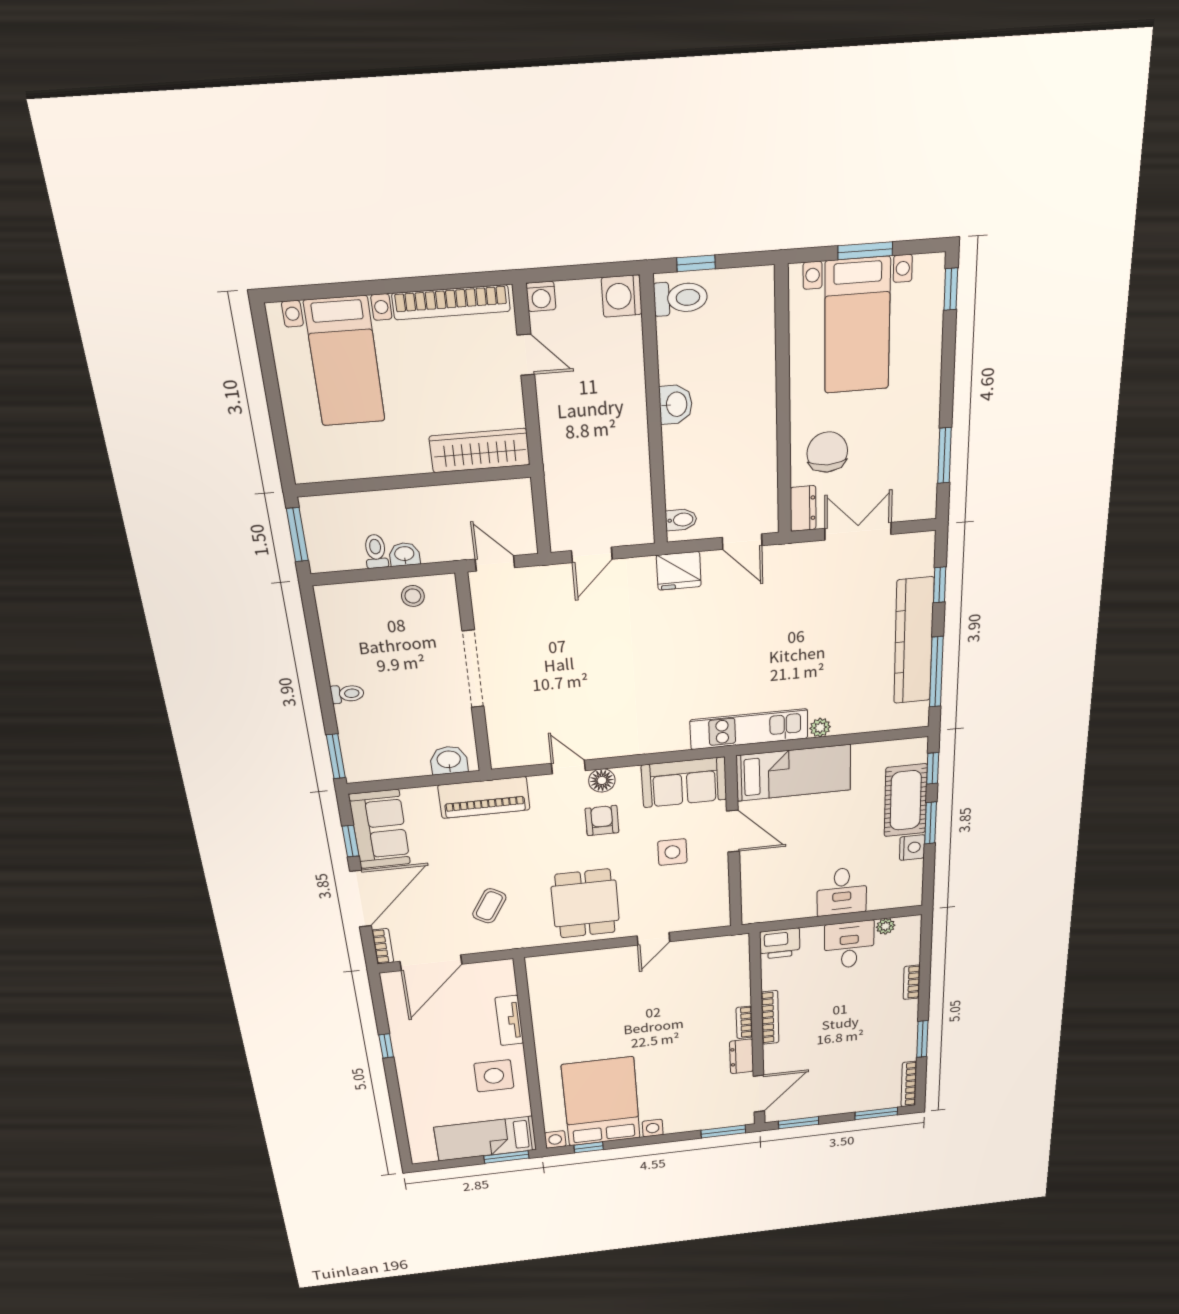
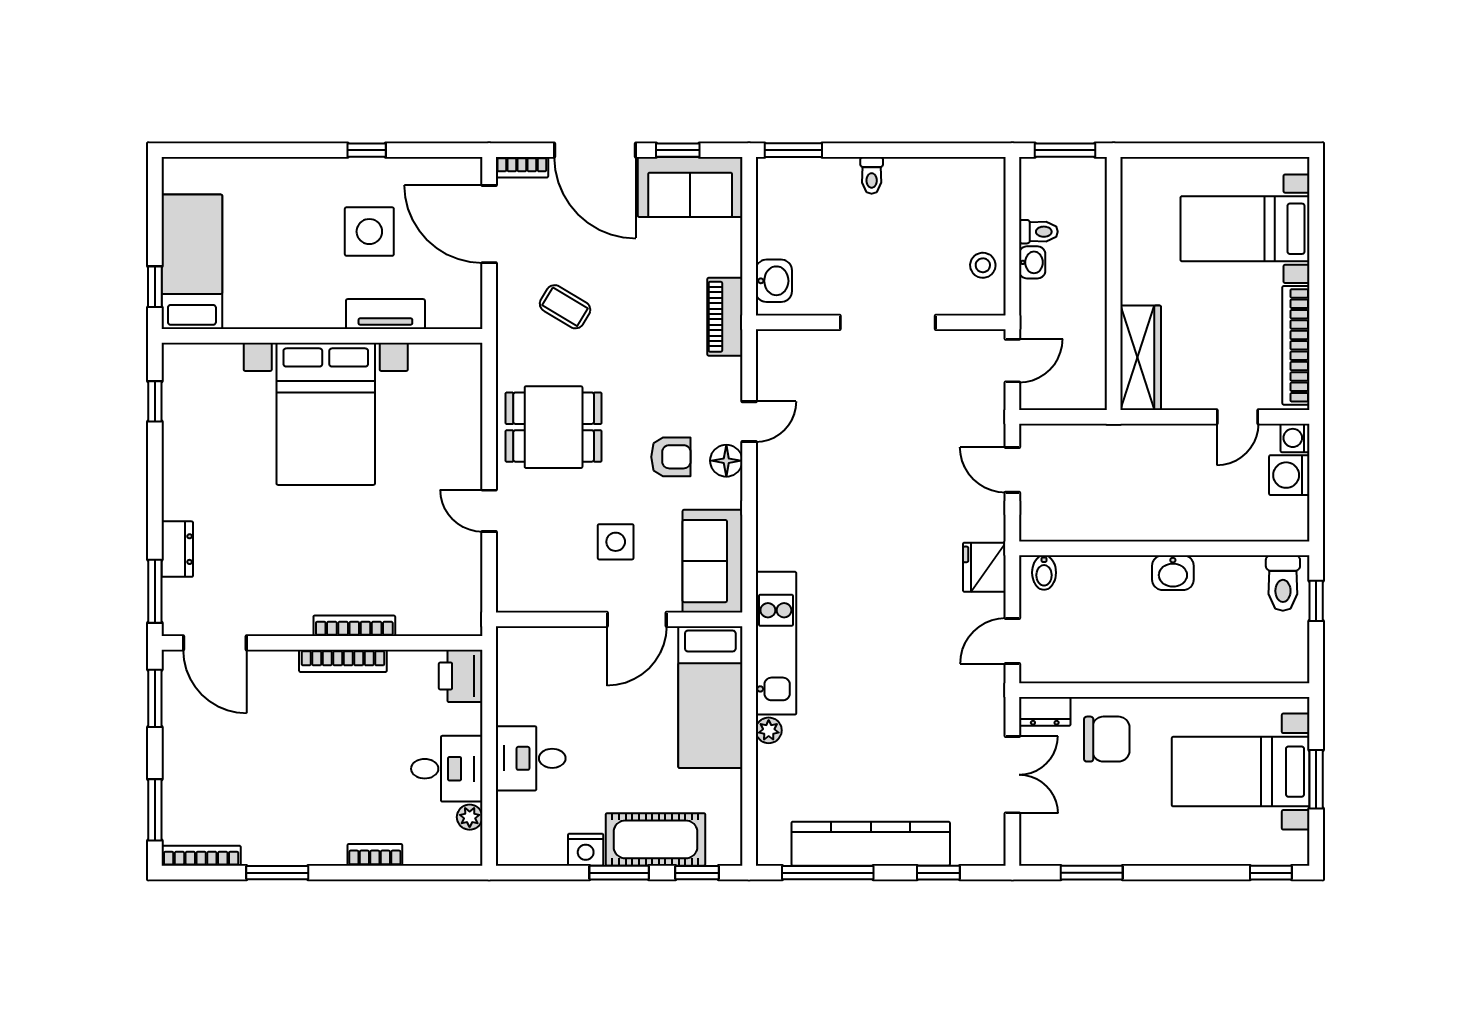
washing machine: (622, 296) -> (1289, 475), moved, turned -90
piano: (484, 797) -> (725, 317), width x0.73, depth x0.75
bookcase: (744, 1022) -> (354, 626), width x1.56
dresser: (742, 1056) -> (177, 549), moved, turned 90
side table: (494, 1076) -> (369, 232), moved
bed with nightstands: (601, 1102) -> (326, 414), moved, turned 90
window: (506, 1157) -> (155, 287), width x0.67

